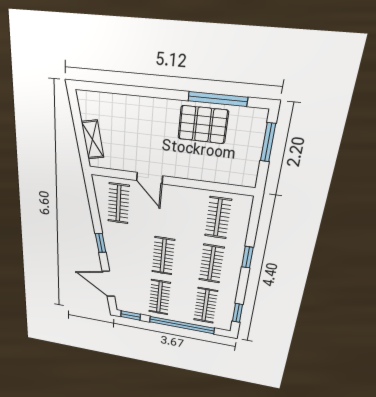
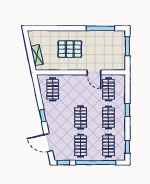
pallet: (203, 125) -> (70, 49), moved
door: (150, 178) -> (94, 72), moved

